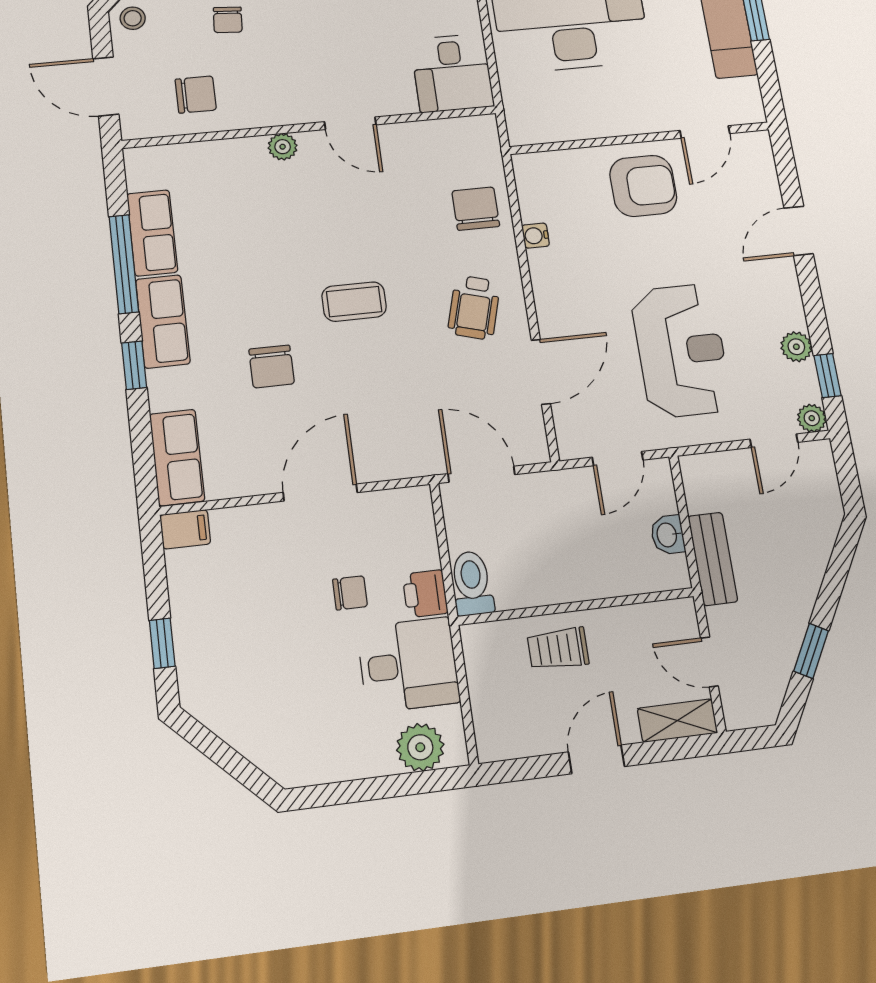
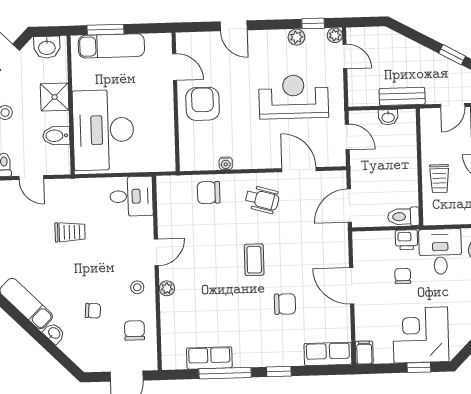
stool: (133, 18) -> (137, 287), moved
row of seats: (163, 321) -> (257, 356), removed
corner desk: (231, 641) -> (421, 335), added

